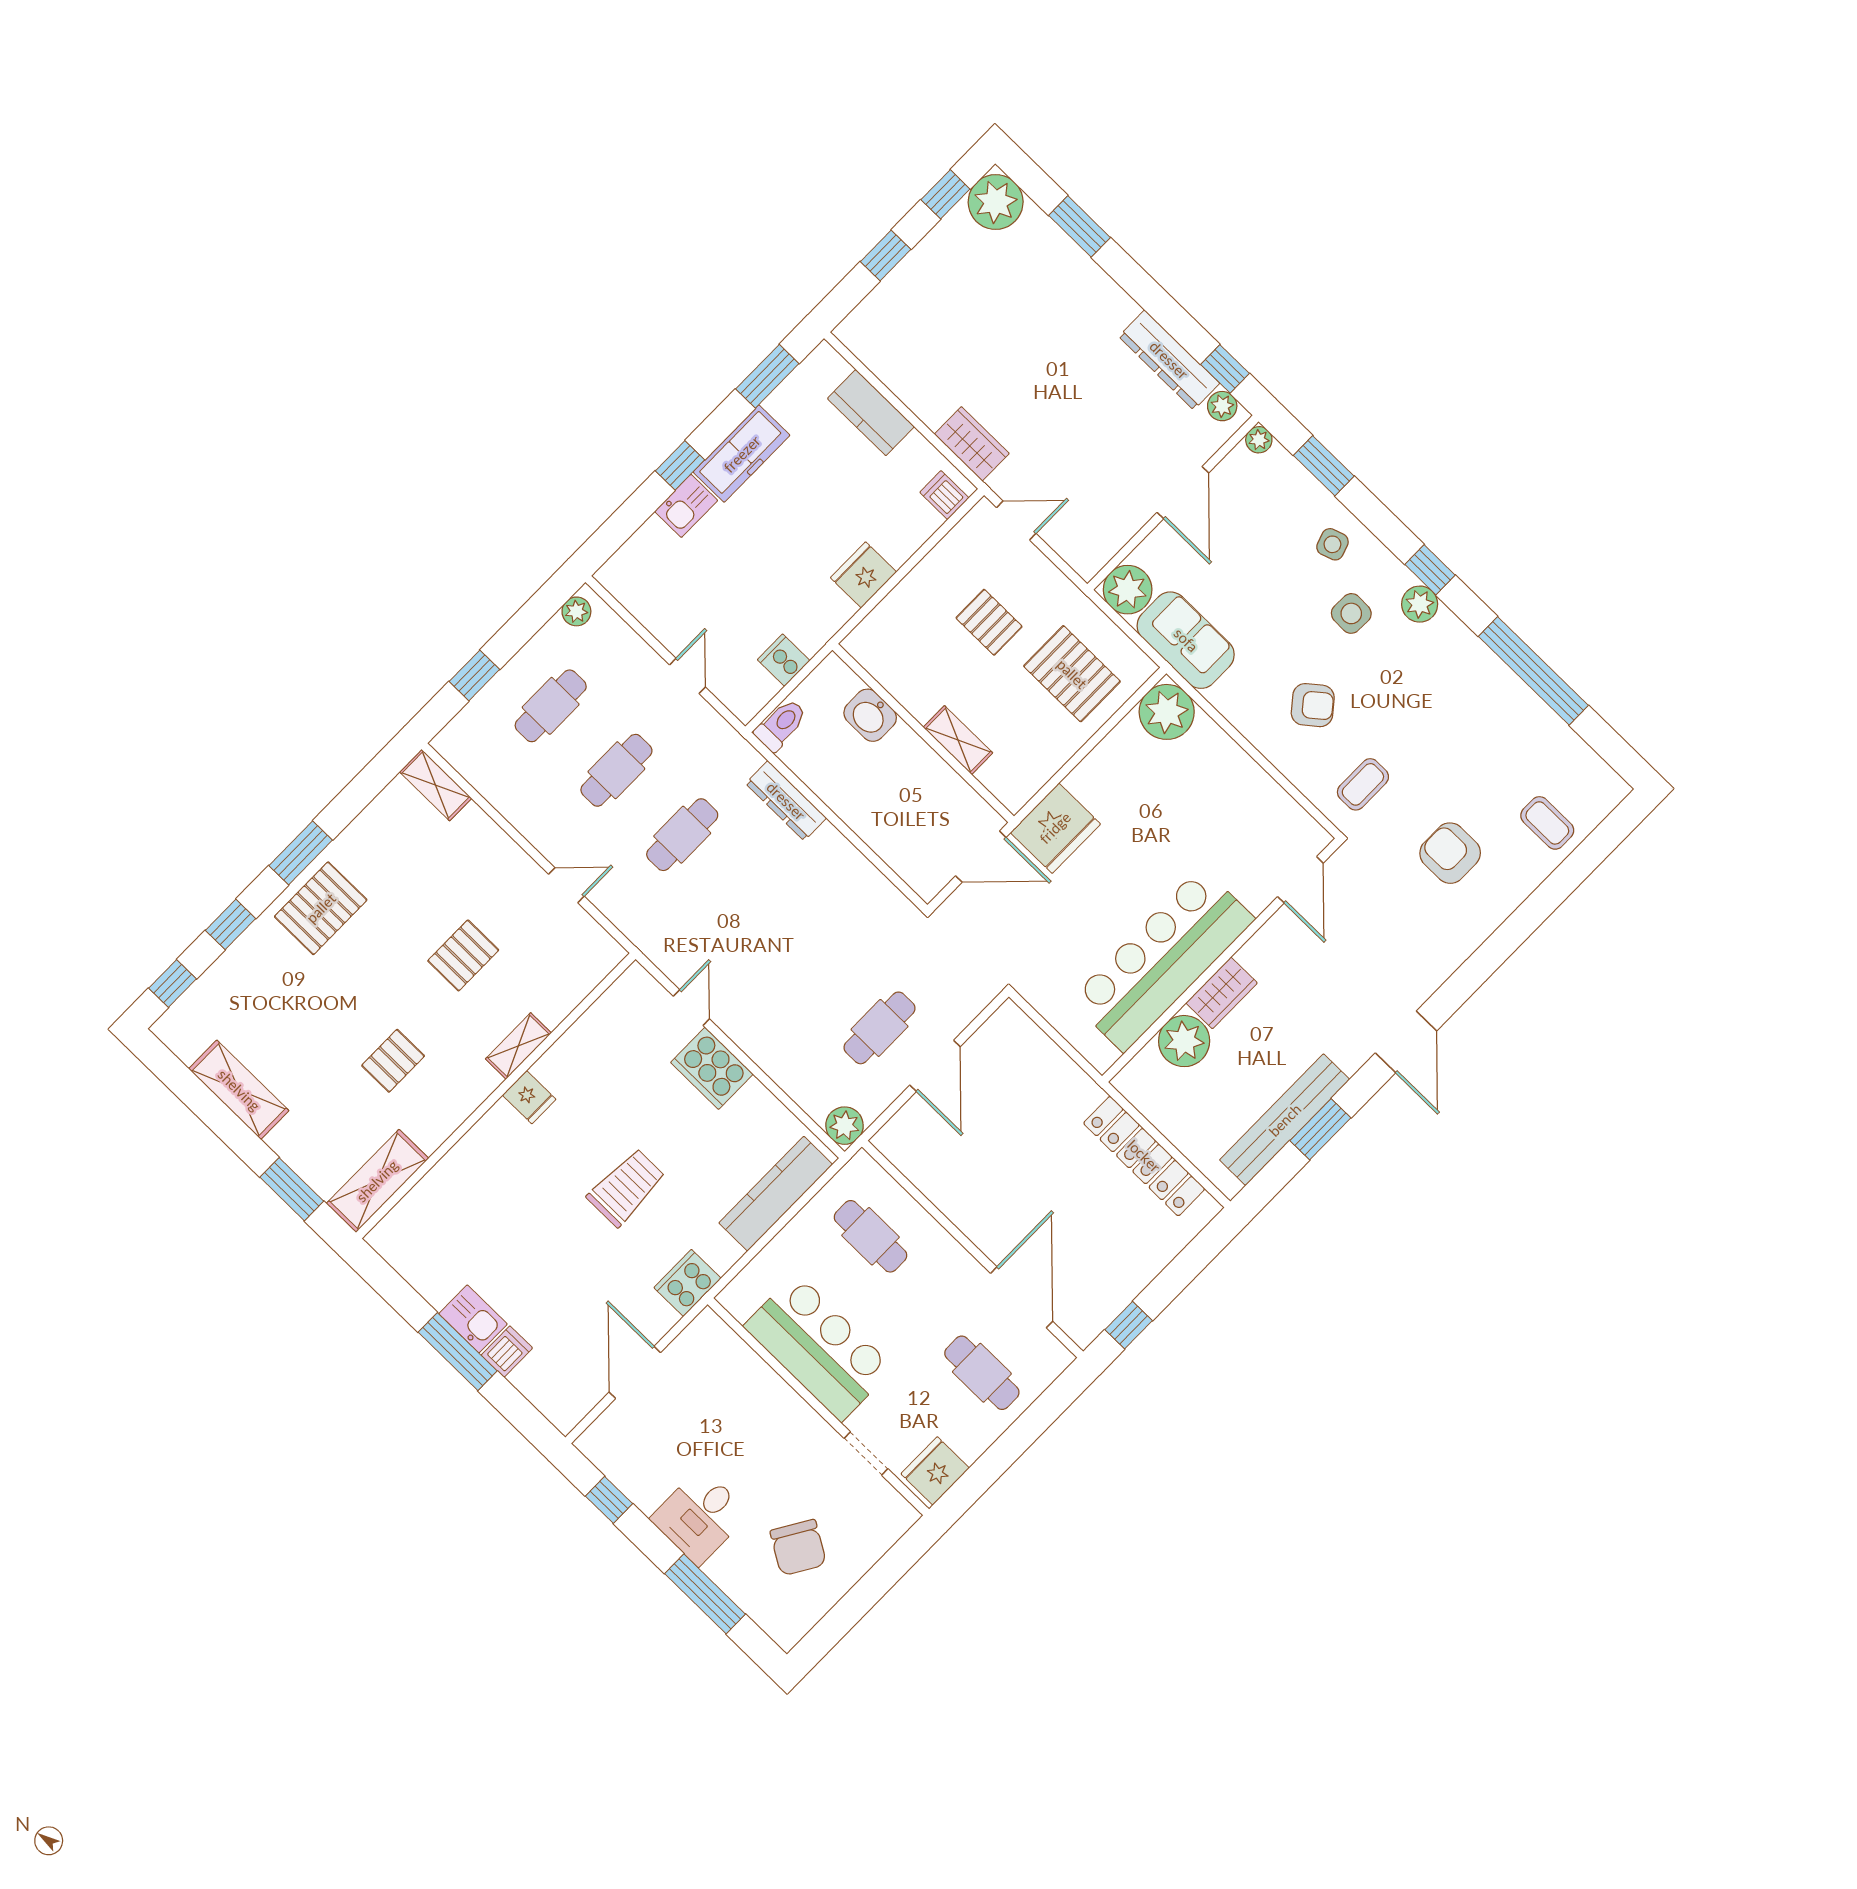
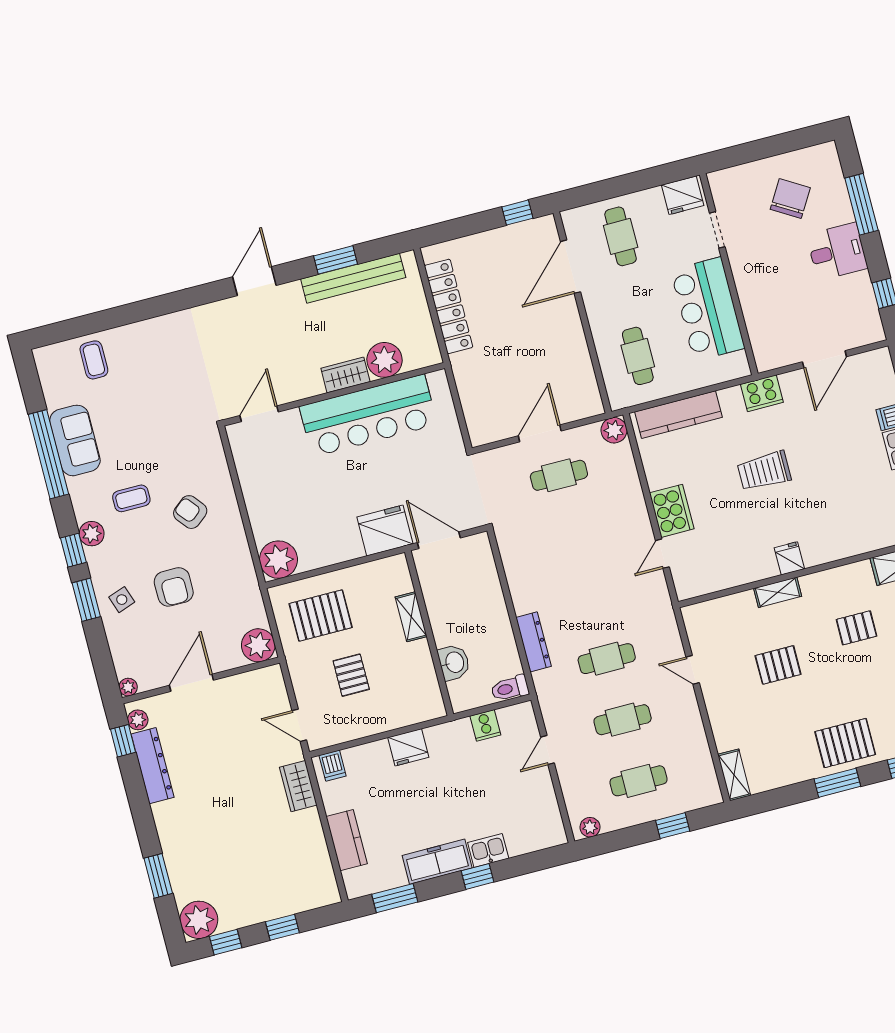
window: (1324, 466) -> (86, 600), moved
side table: (1351, 613) -> (135, 552), removed
sofa: (1186, 640) -> (75, 440), moved, turned 180
pallet: (1072, 674) -> (321, 616), turned 90
coffee table: (1363, 784) -> (131, 498), moved
armchair: (1450, 853) -> (174, 587), moved

